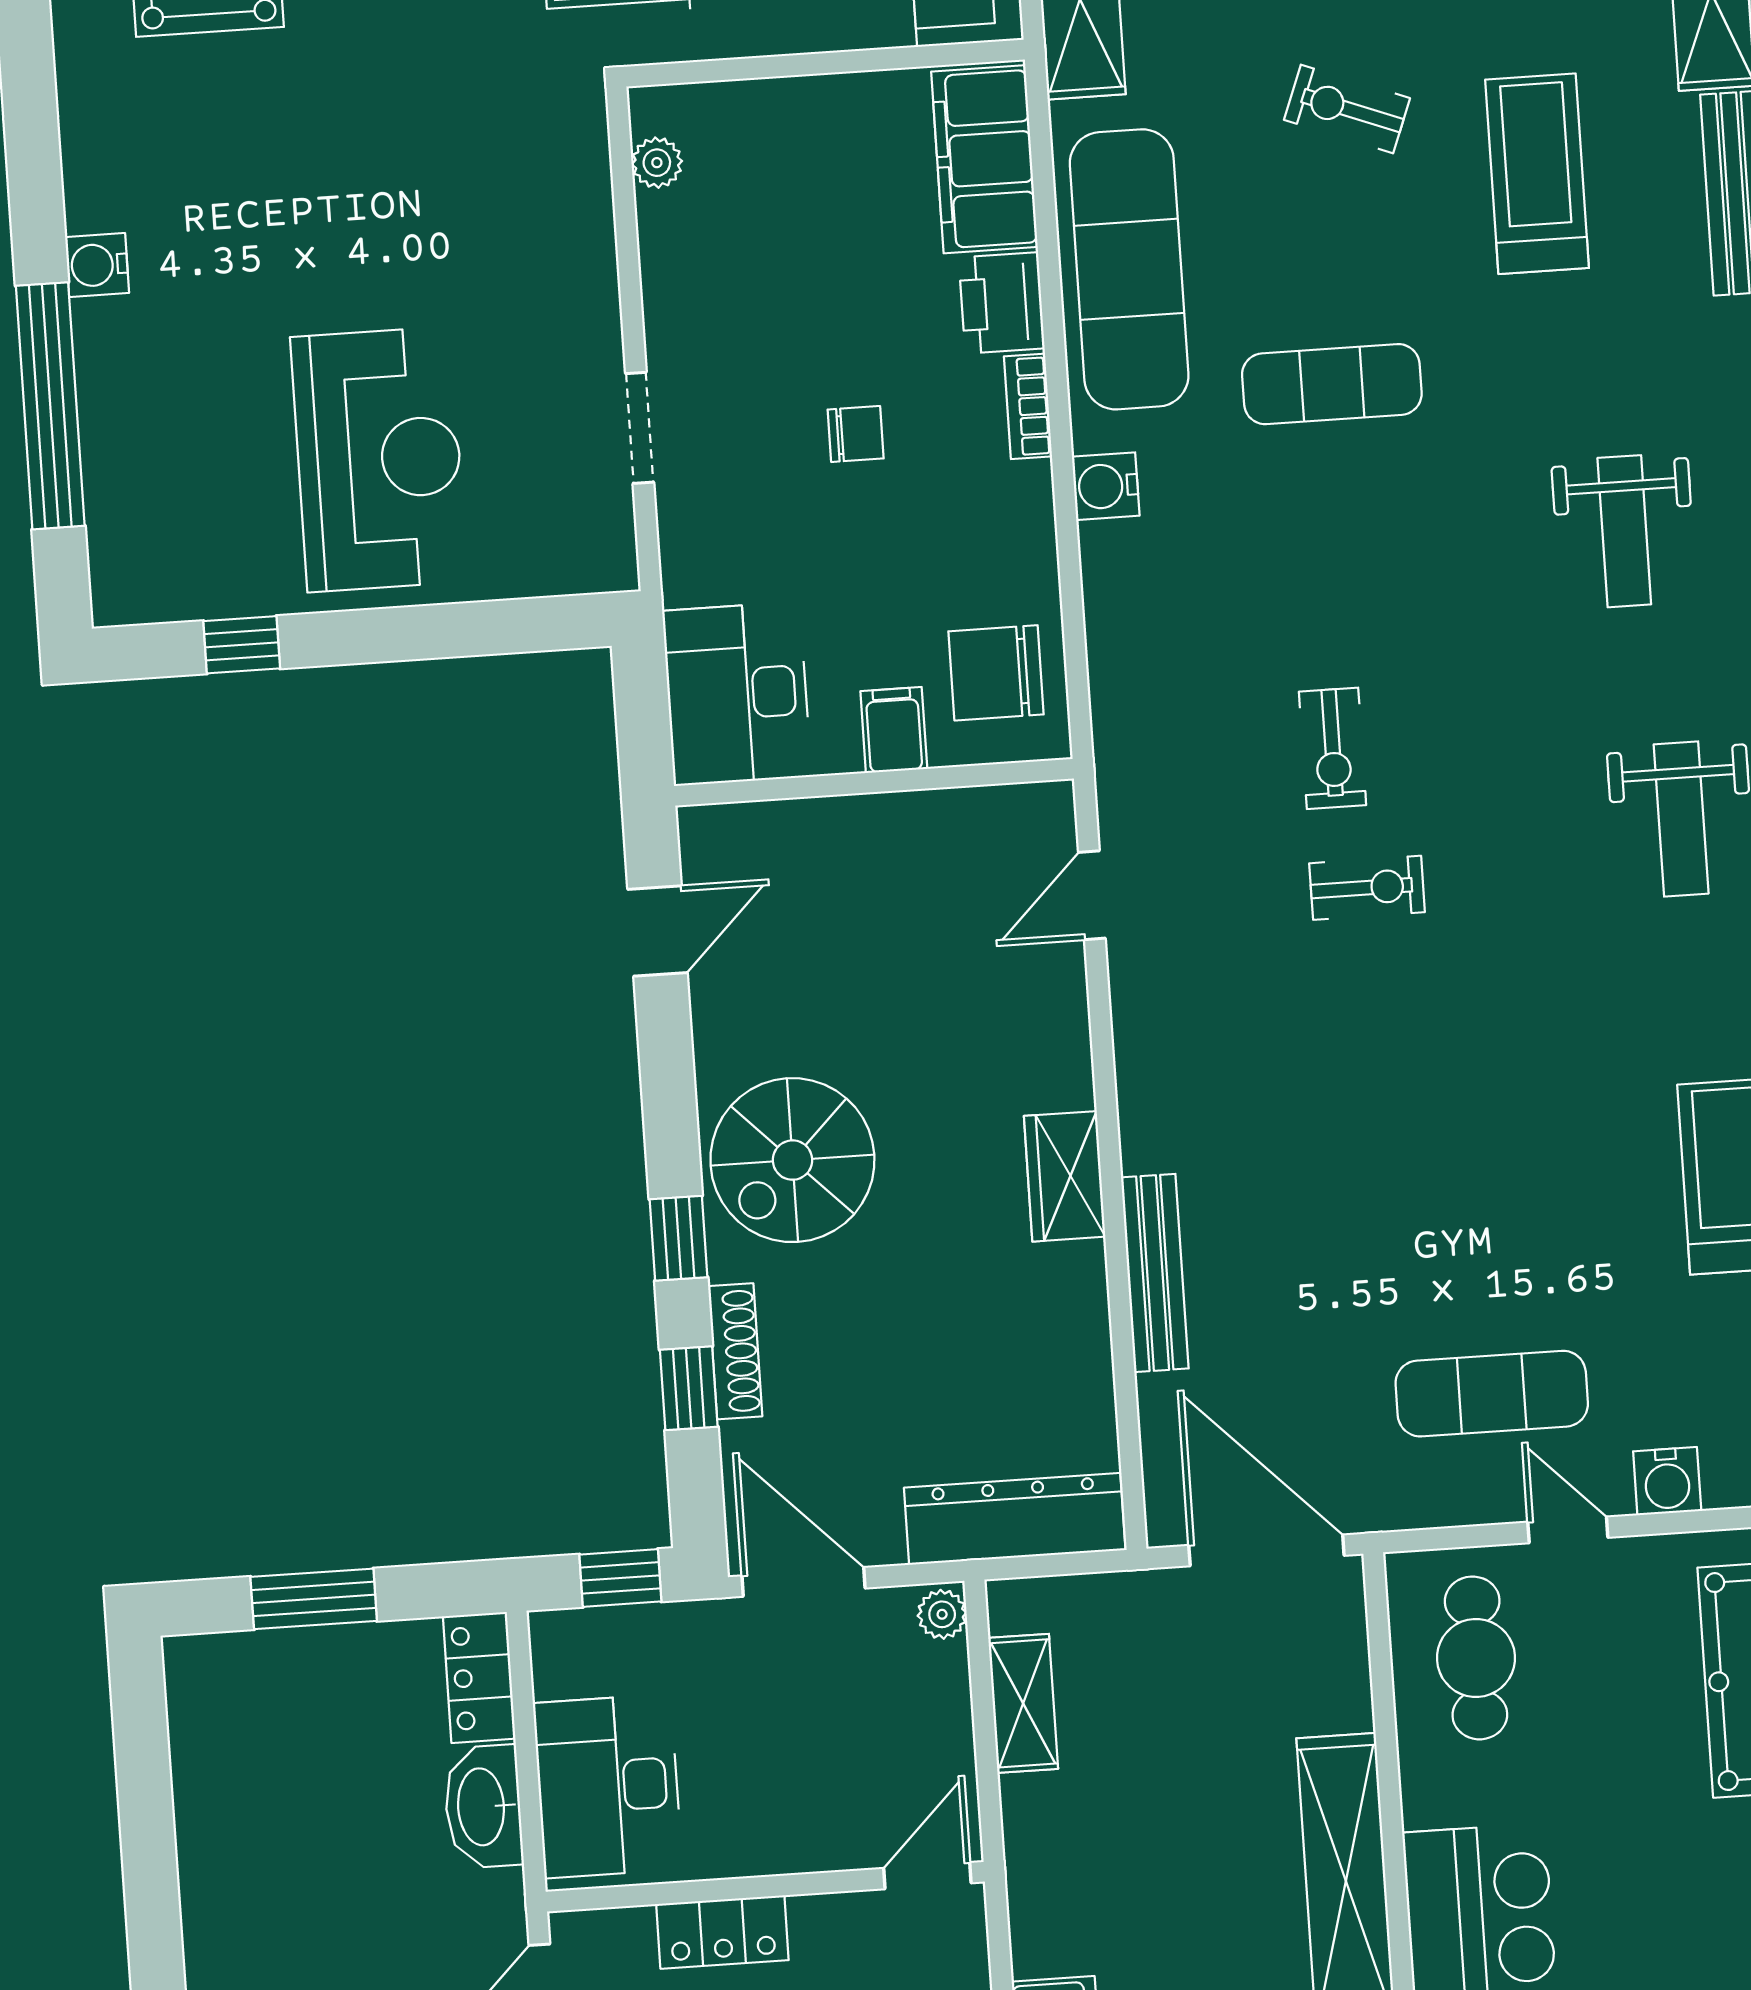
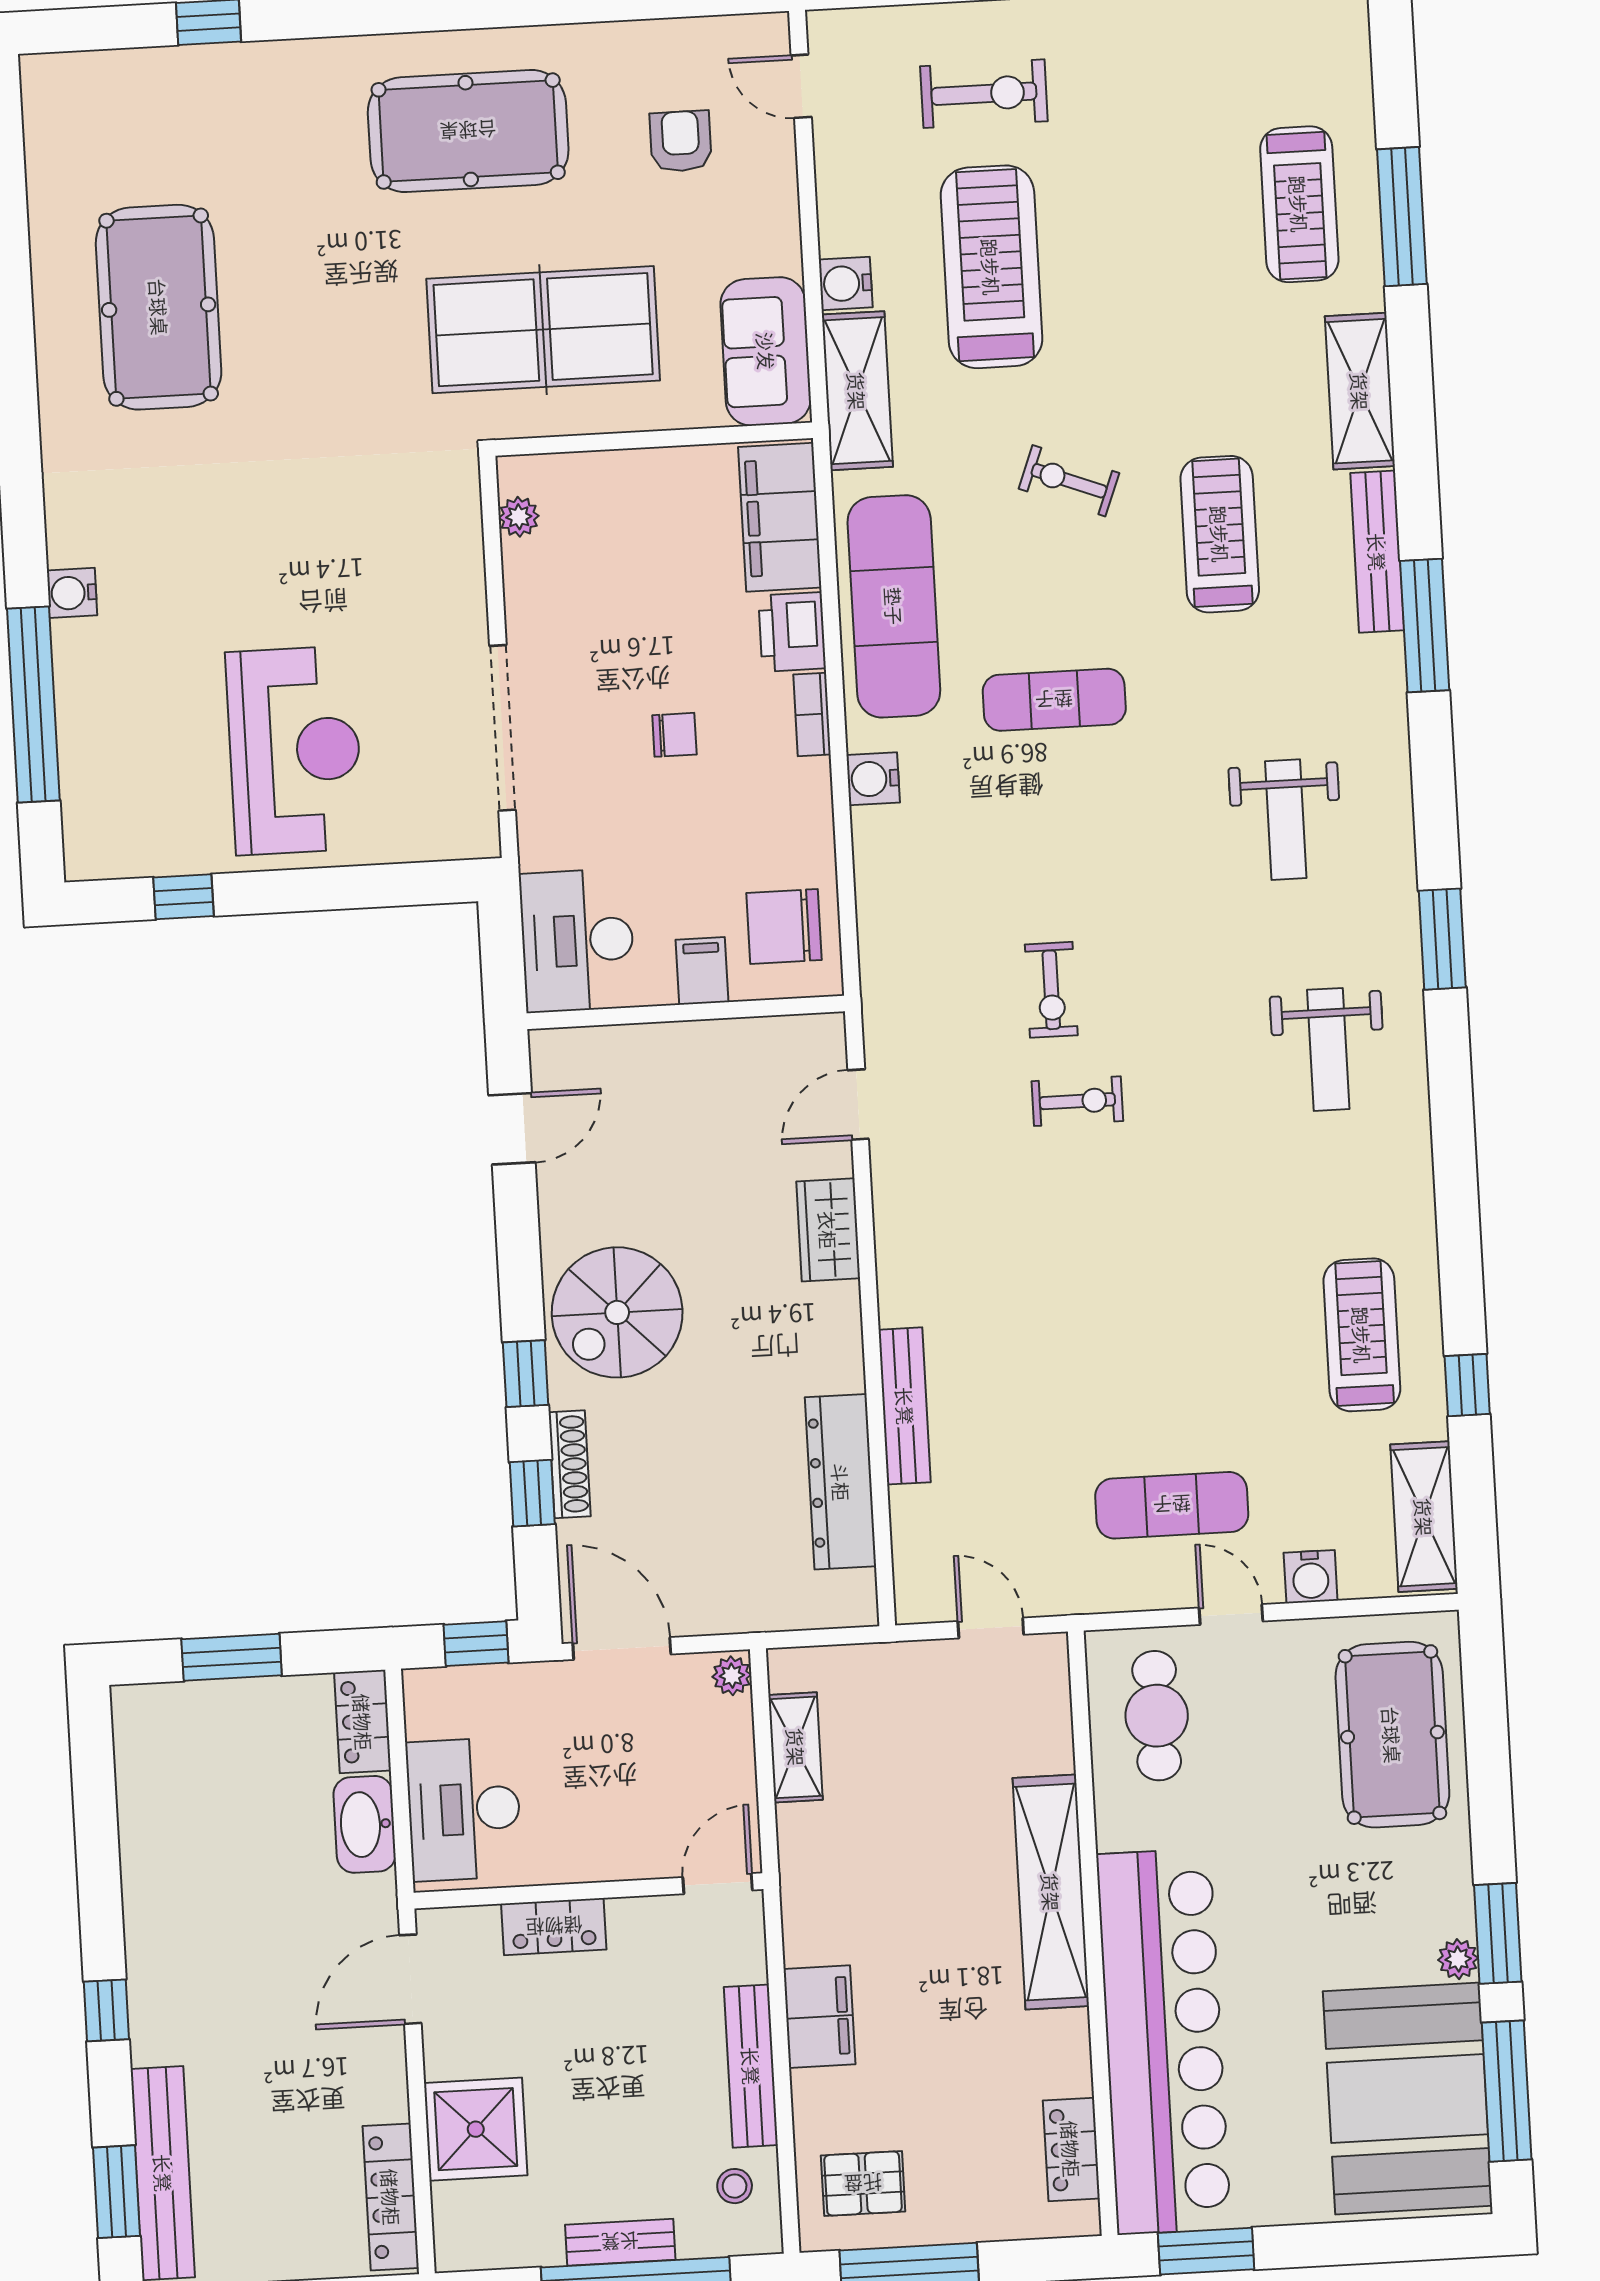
doorway: (640, 428) -> (503, 728), width x1.88
wardrobe: (1065, 1176) -> (828, 1230), moved
dresser: (1015, 1519) -> (841, 1482), moved, turned -90
door: (1266, 1550) -> (991, 1628), width x0.53

